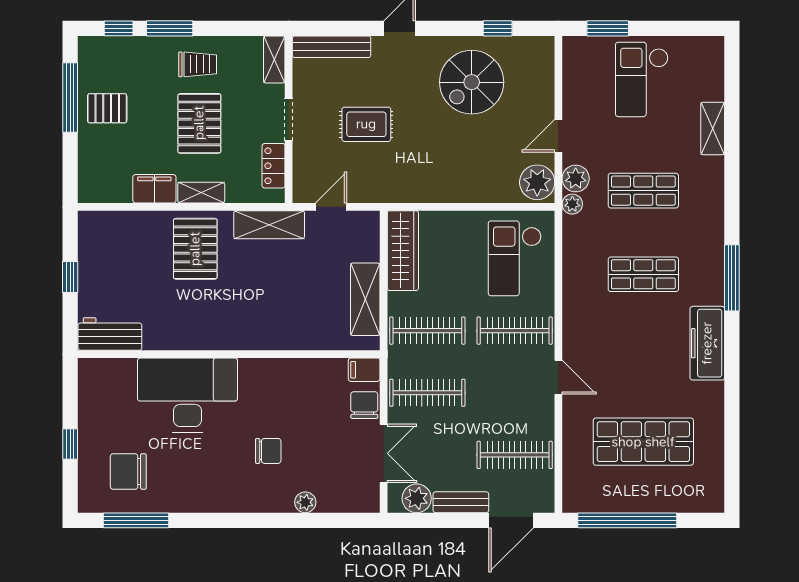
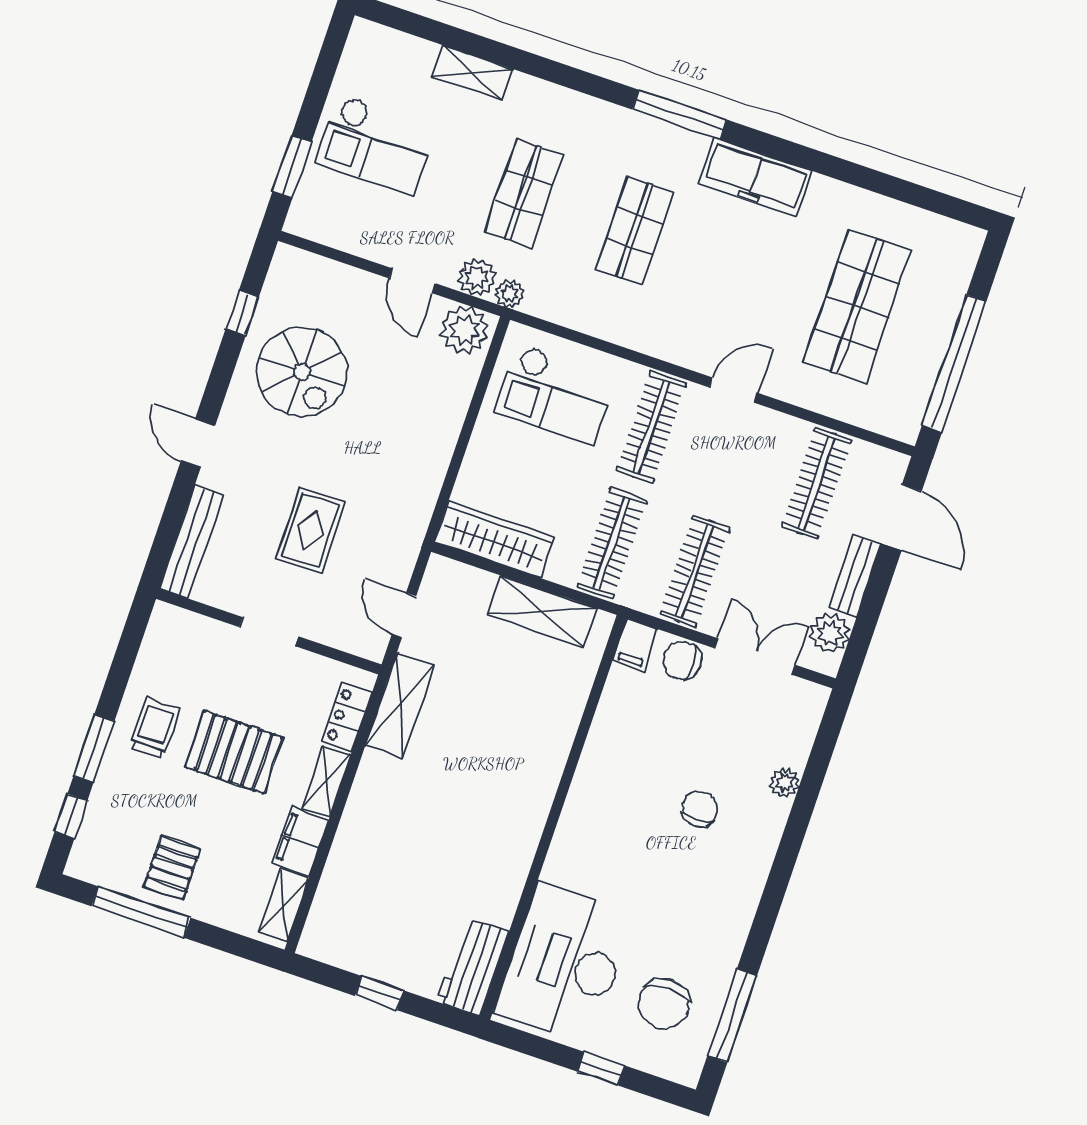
shelving: (274, 59) -> (284, 906), moved, turned 90
locker: (274, 166) -> (347, 717), moved, turned 90
pallet: (195, 249) -> (398, 814), removed
desk: (187, 395) -> (565, 963), moved

